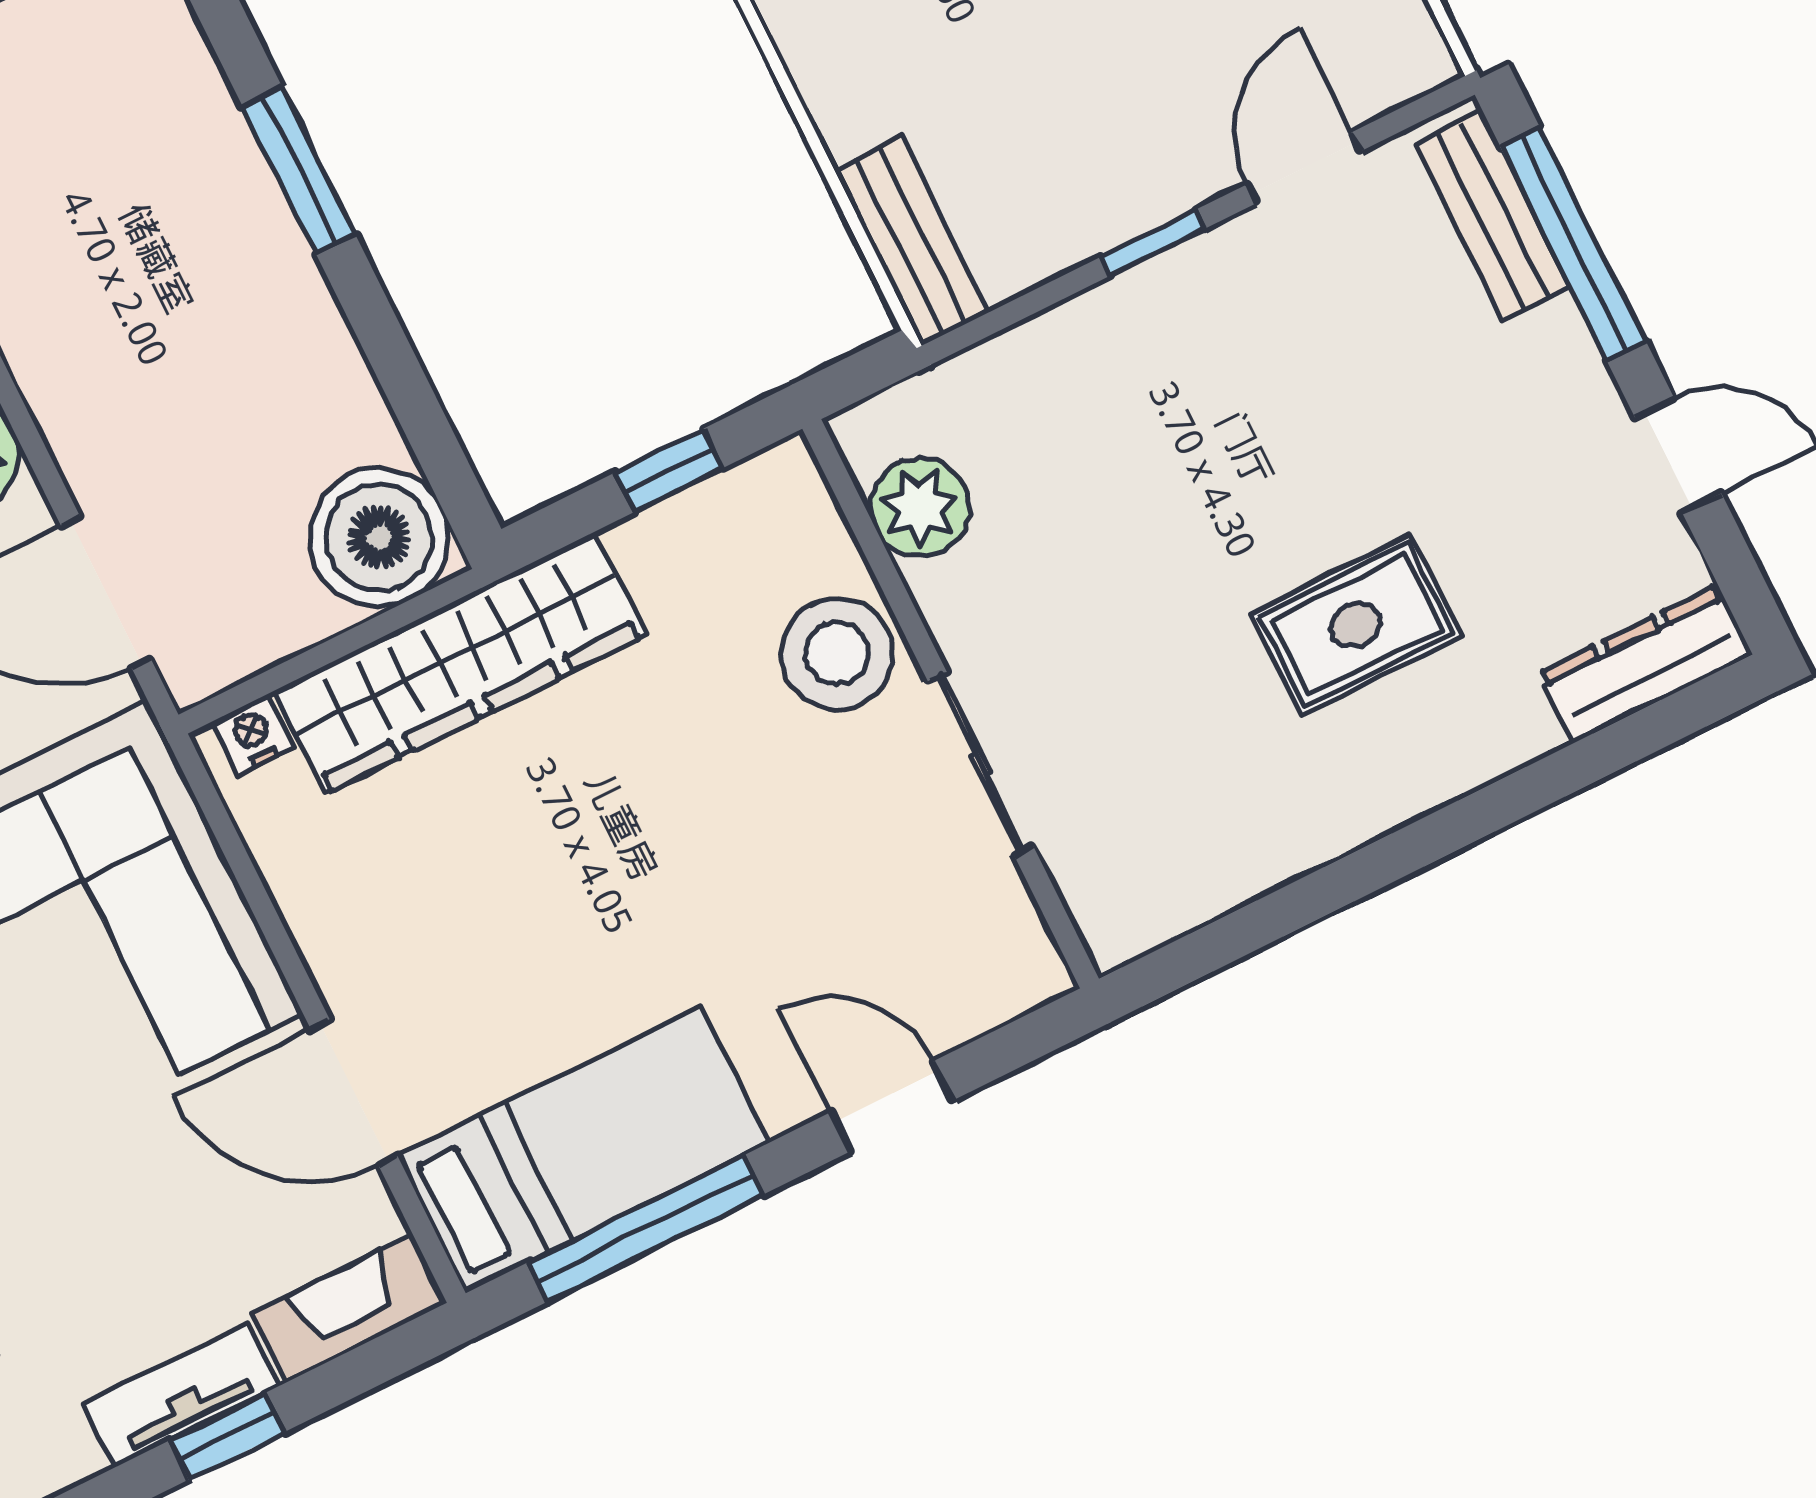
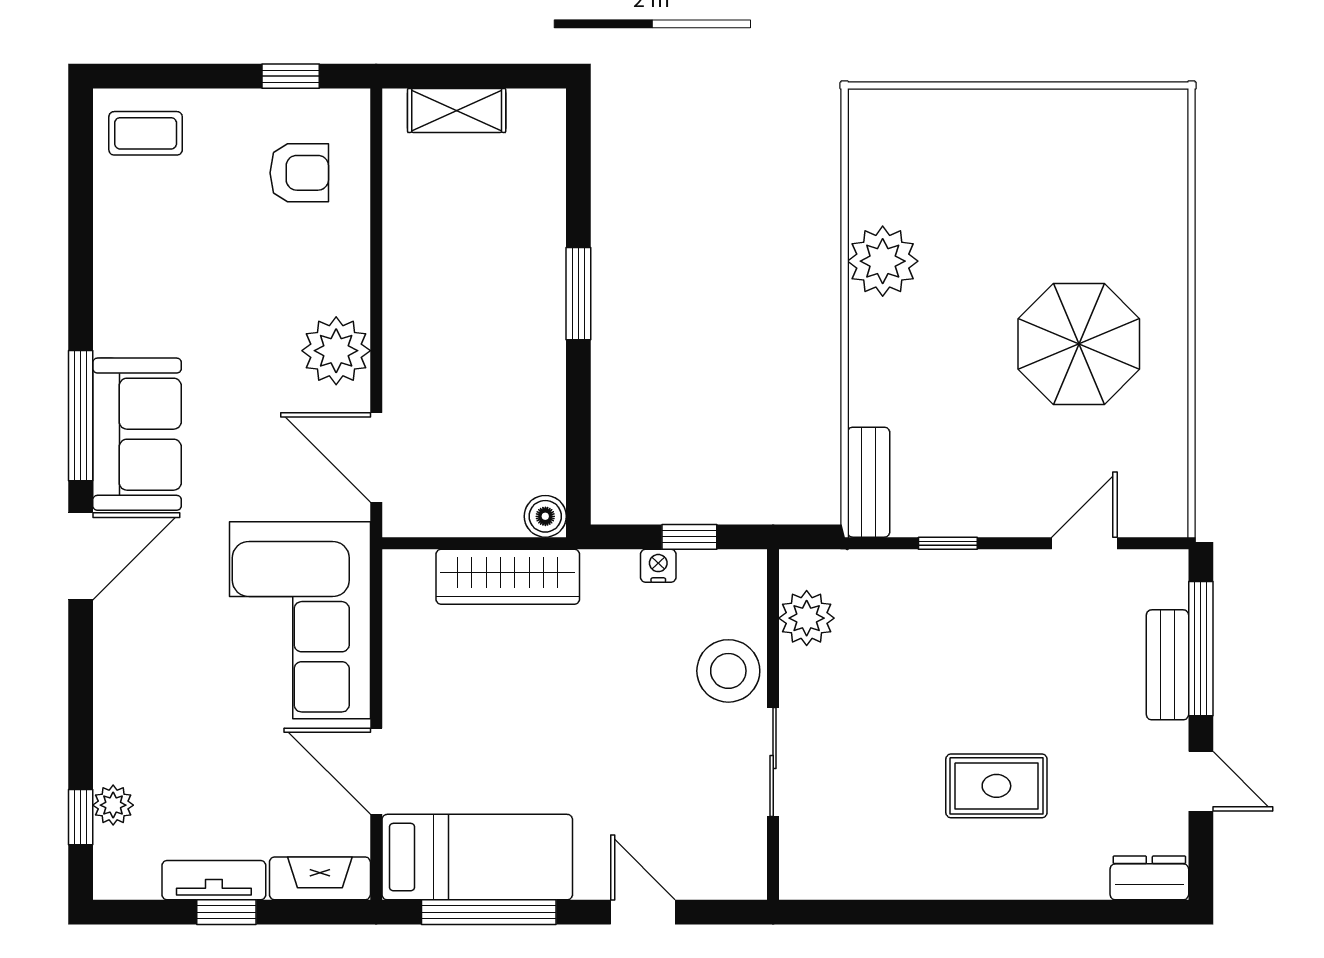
bench: (1493, 216) -> (1167, 665), moved
window: (1153, 243) -> (948, 543), moved
boiler: (379, 537) -> (545, 516), width x0.54, depth x0.54
wardrobe: (460, 663) -> (508, 577), width x0.71, depth x0.85
dresser: (1645, 664) -> (1149, 878), width x0.70
nightstand: (253, 734) -> (658, 566), moved

